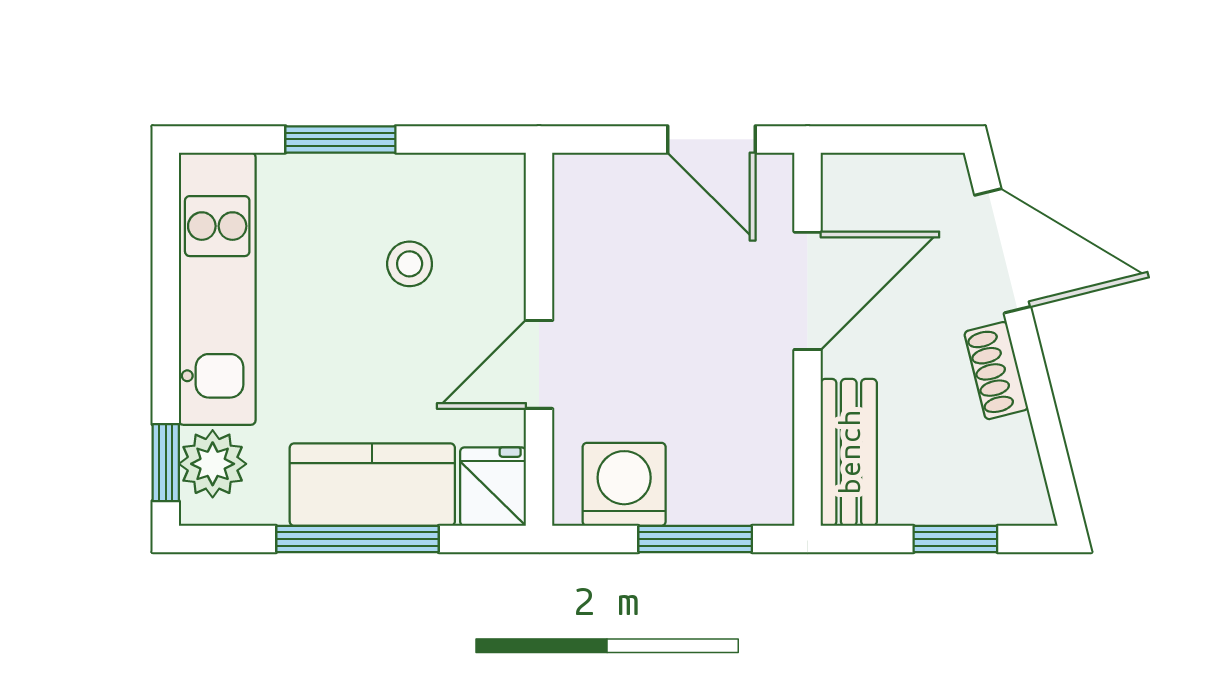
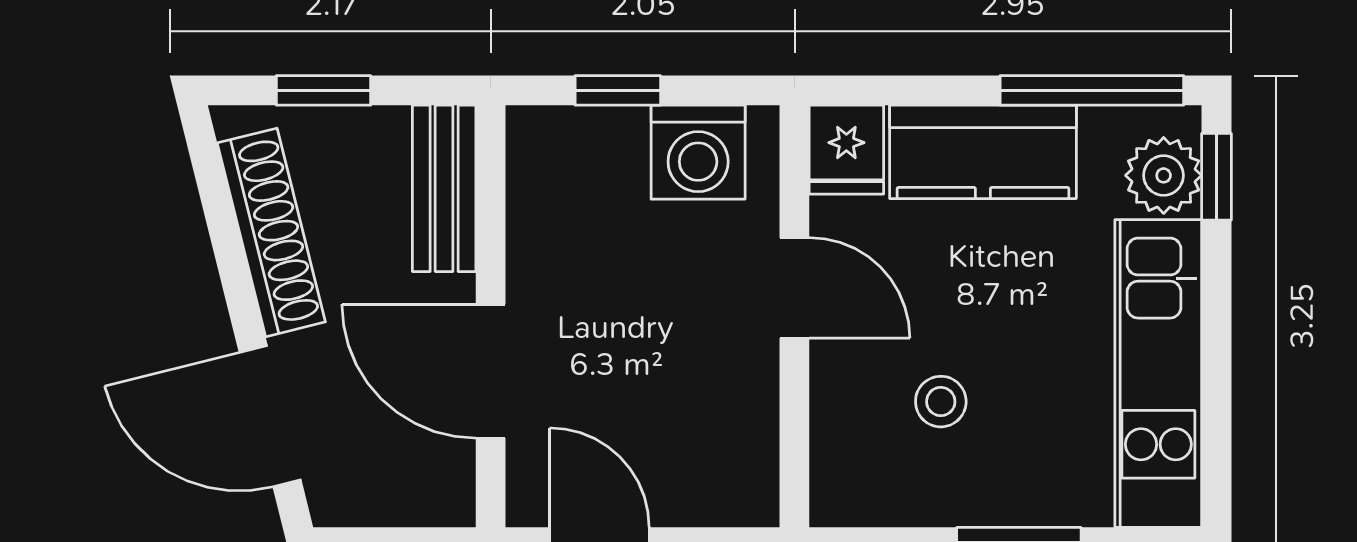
door: (808, 291) -> (491, 371), hinge flipped
door: (539, 364) -> (794, 288), hinge flipped
shoe rack: (996, 371) -> (271, 232), width x1.94, depth x1.24
window: (357, 539) -> (1092, 90), moved
window: (695, 539) -> (618, 90), width x0.67

